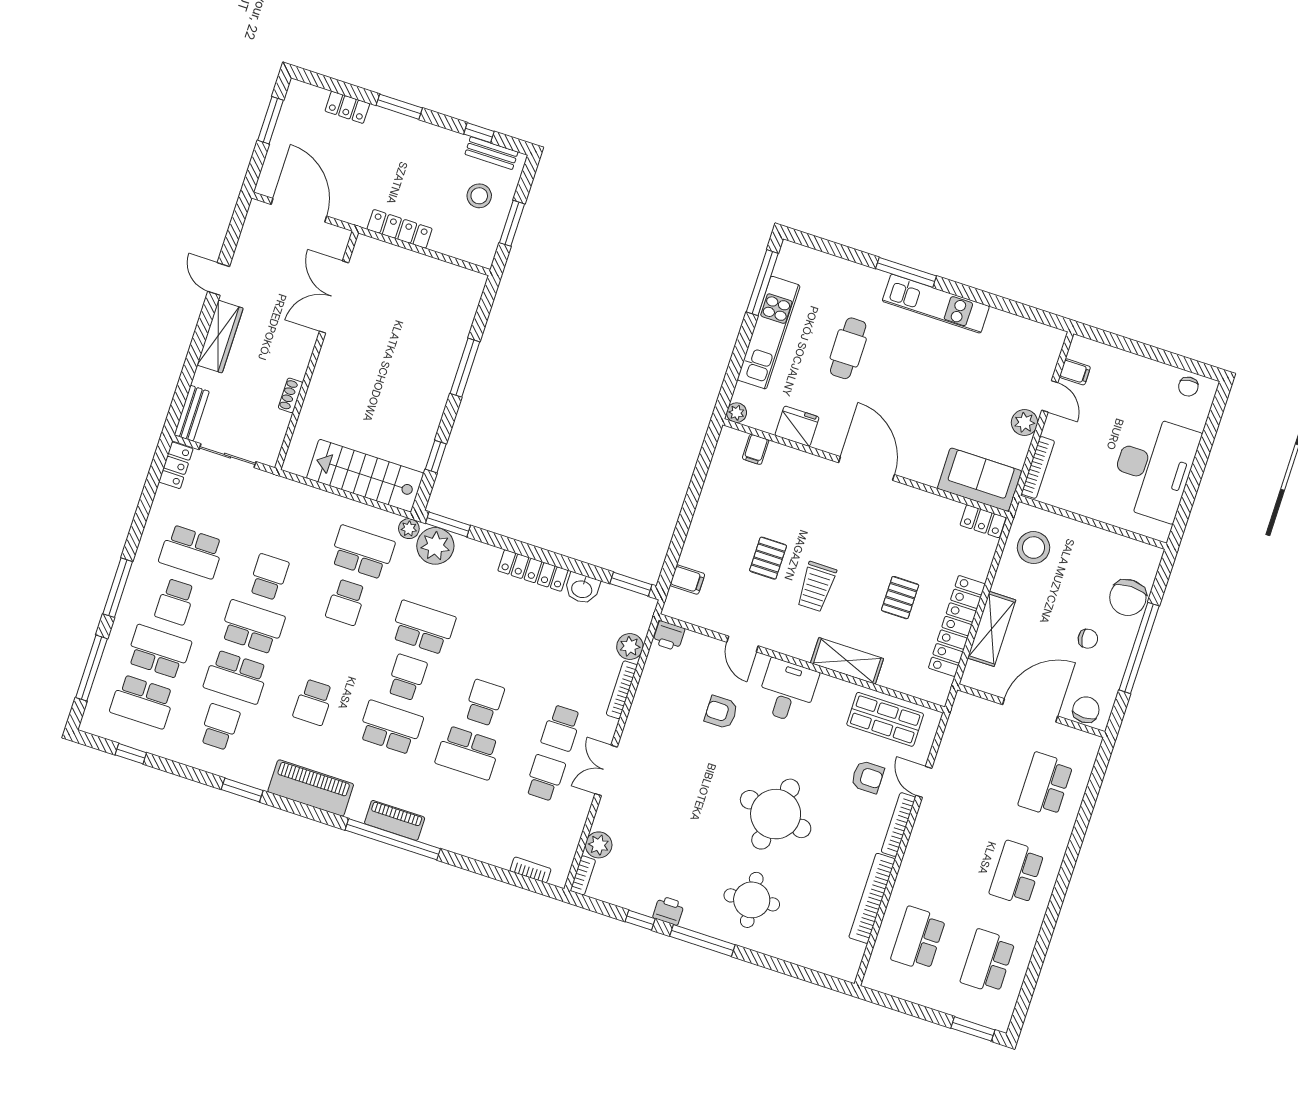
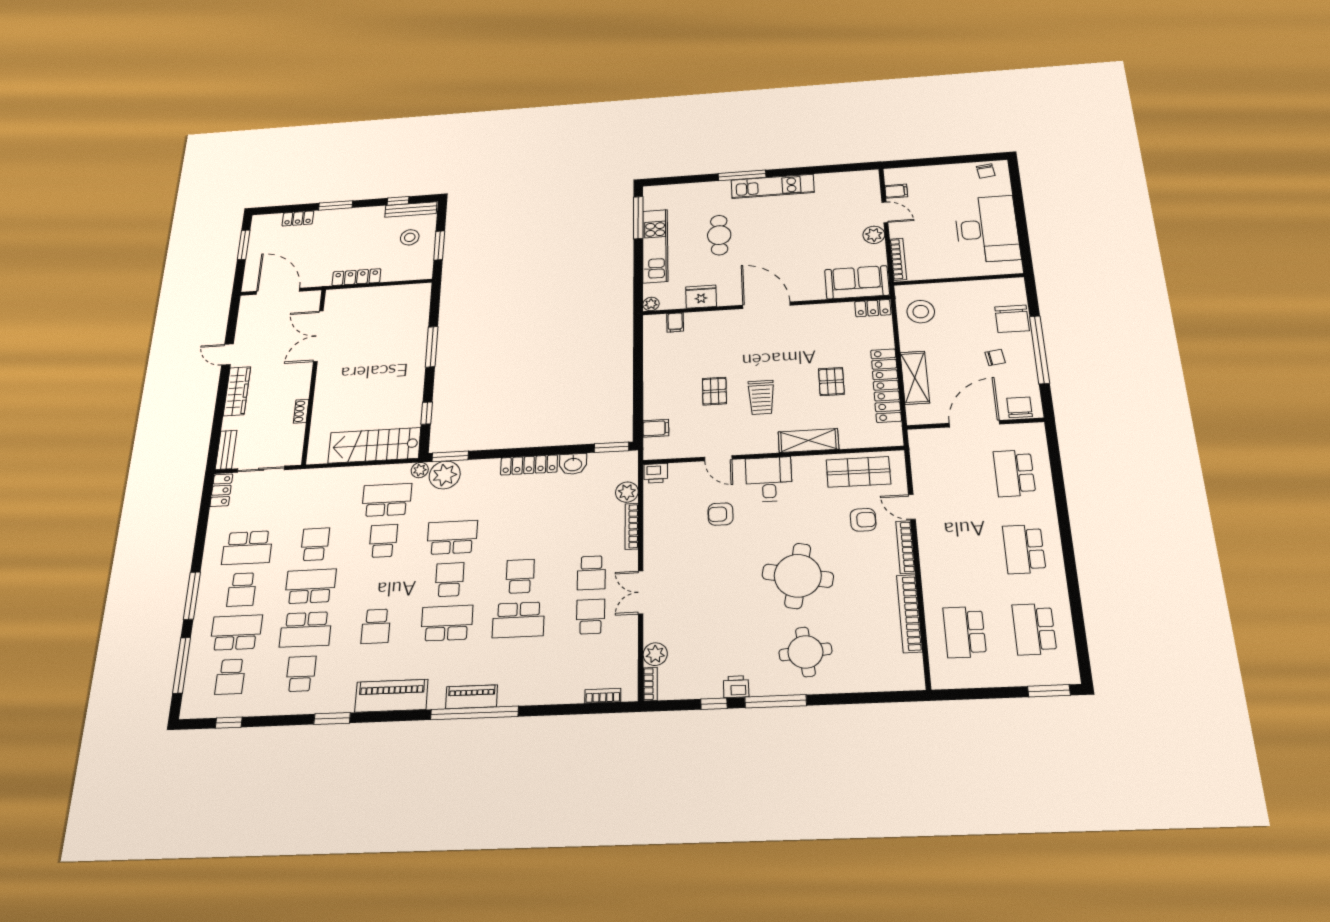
bench: (491, 153) -> (411, 209), width x1.36
school desk: (346, 602) -> (383, 541), turned 180
school desk: (142, 702) -> (230, 677), width x0.54

